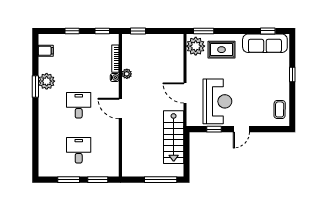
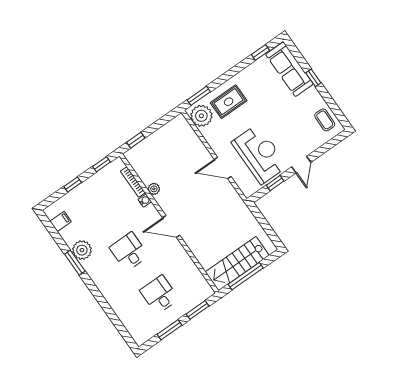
sofa: (265, 43) -> (289, 69), moved, turned 90
stairs: (174, 137) -> (237, 264), moved, turned 90
window: (161, 180) -> (246, 276), moved

